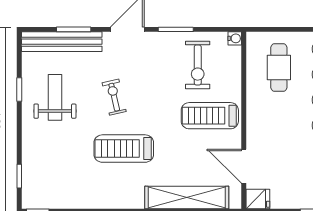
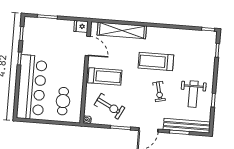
exercise bike: (198, 65) -> (110, 106), turned 117
treadmill: (124, 149) -> (156, 61), turned 180

